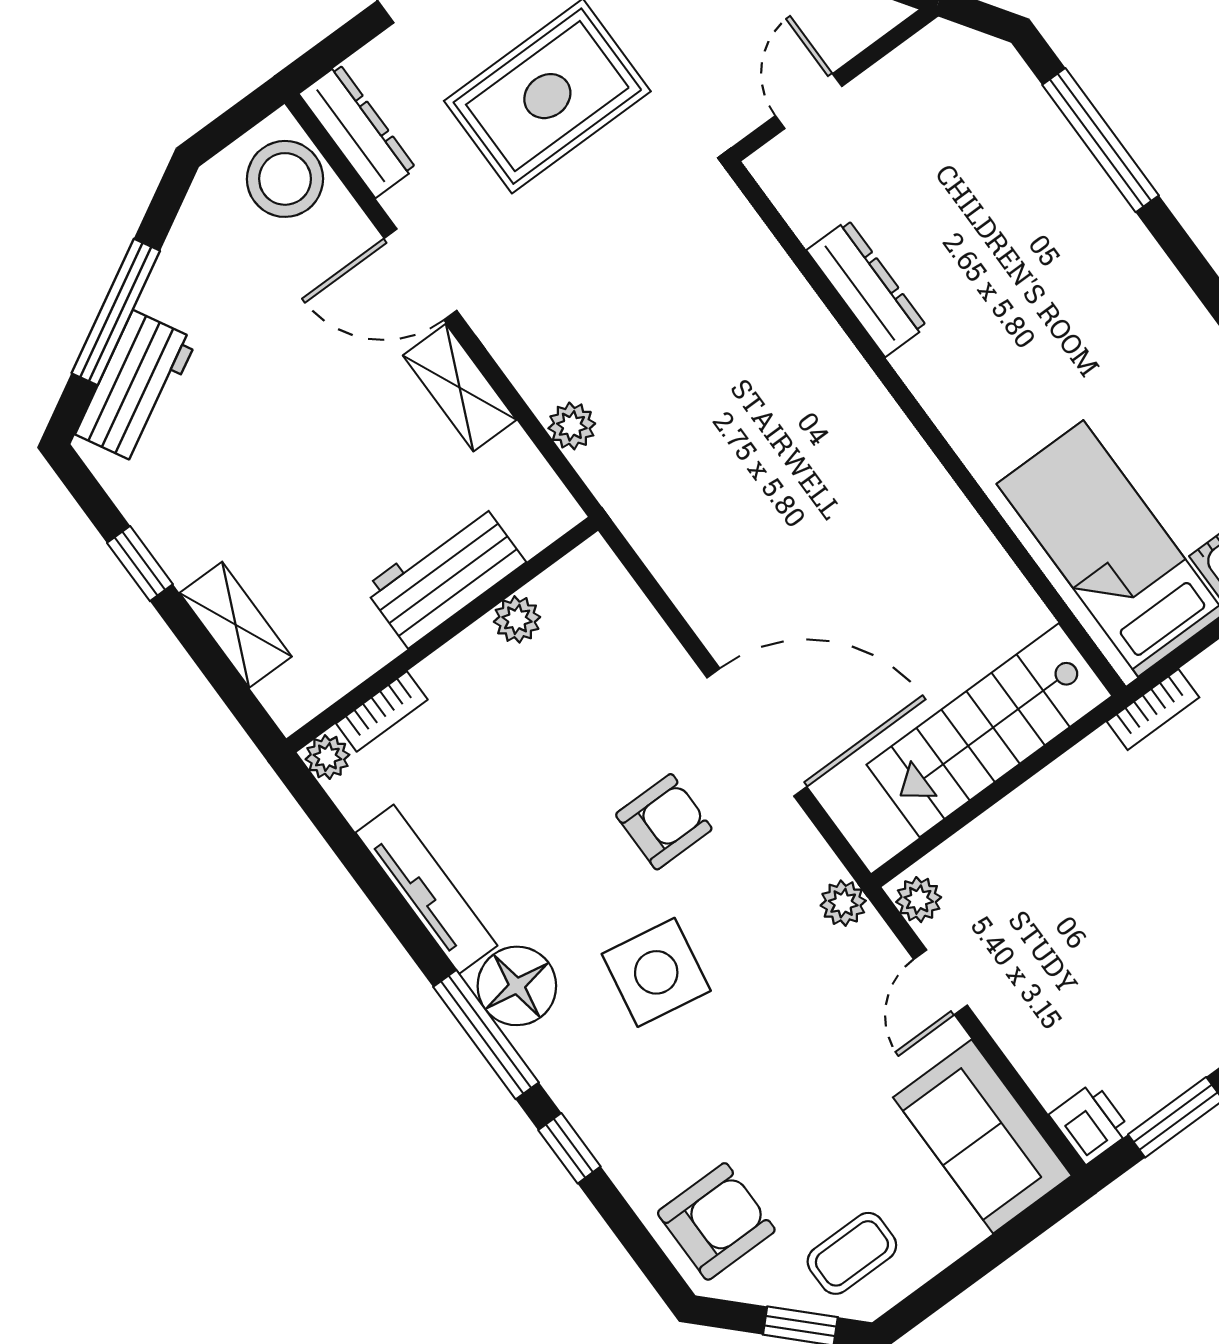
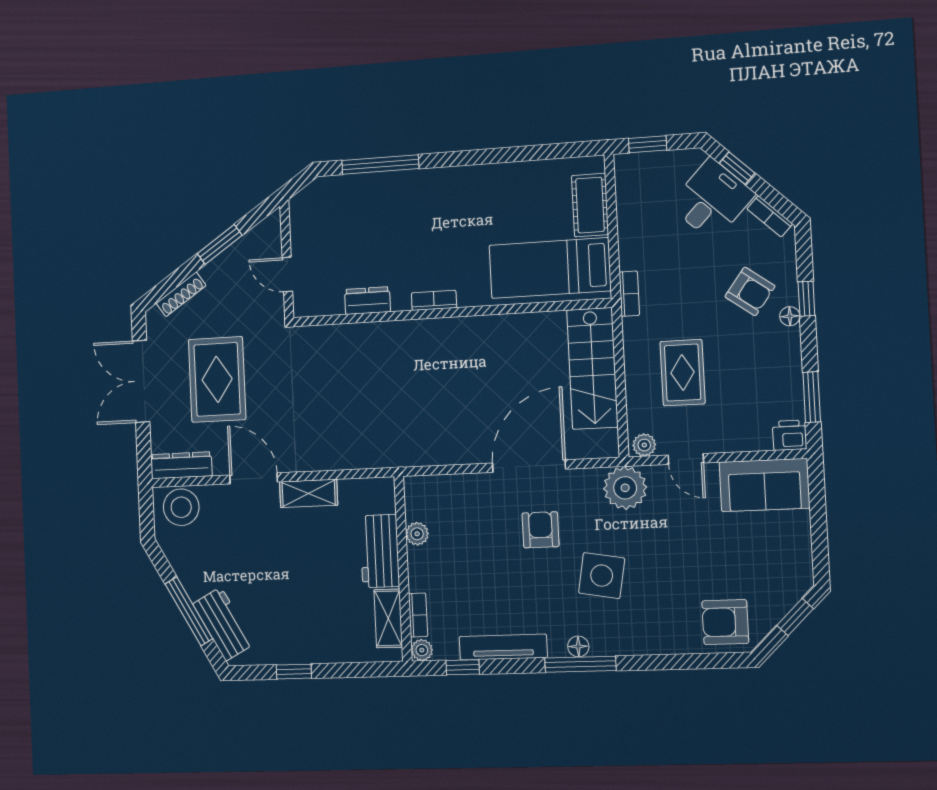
door: (420, 274) -> (254, 478), swing flipped
dresser: (867, 288) -> (367, 301), width x0.70
bookcase: (929, 387) -> (434, 300), added
plant: (572, 426) -> (354, 458), removed
shelving: (236, 625) -> (388, 618), moved, turned 90
rug: (1079, 883) -> (683, 373), added
plant: (843, 903) -> (625, 488), width x1.88, depth x1.88
floor lamp: (517, 986) -> (578, 646), width x0.53, depth x0.53
window: (569, 1148) -> (463, 667), moved
armchair: (716, 1221) -> (725, 622), turned -90
coffee table: (852, 1253) -> (778, 574), removed

